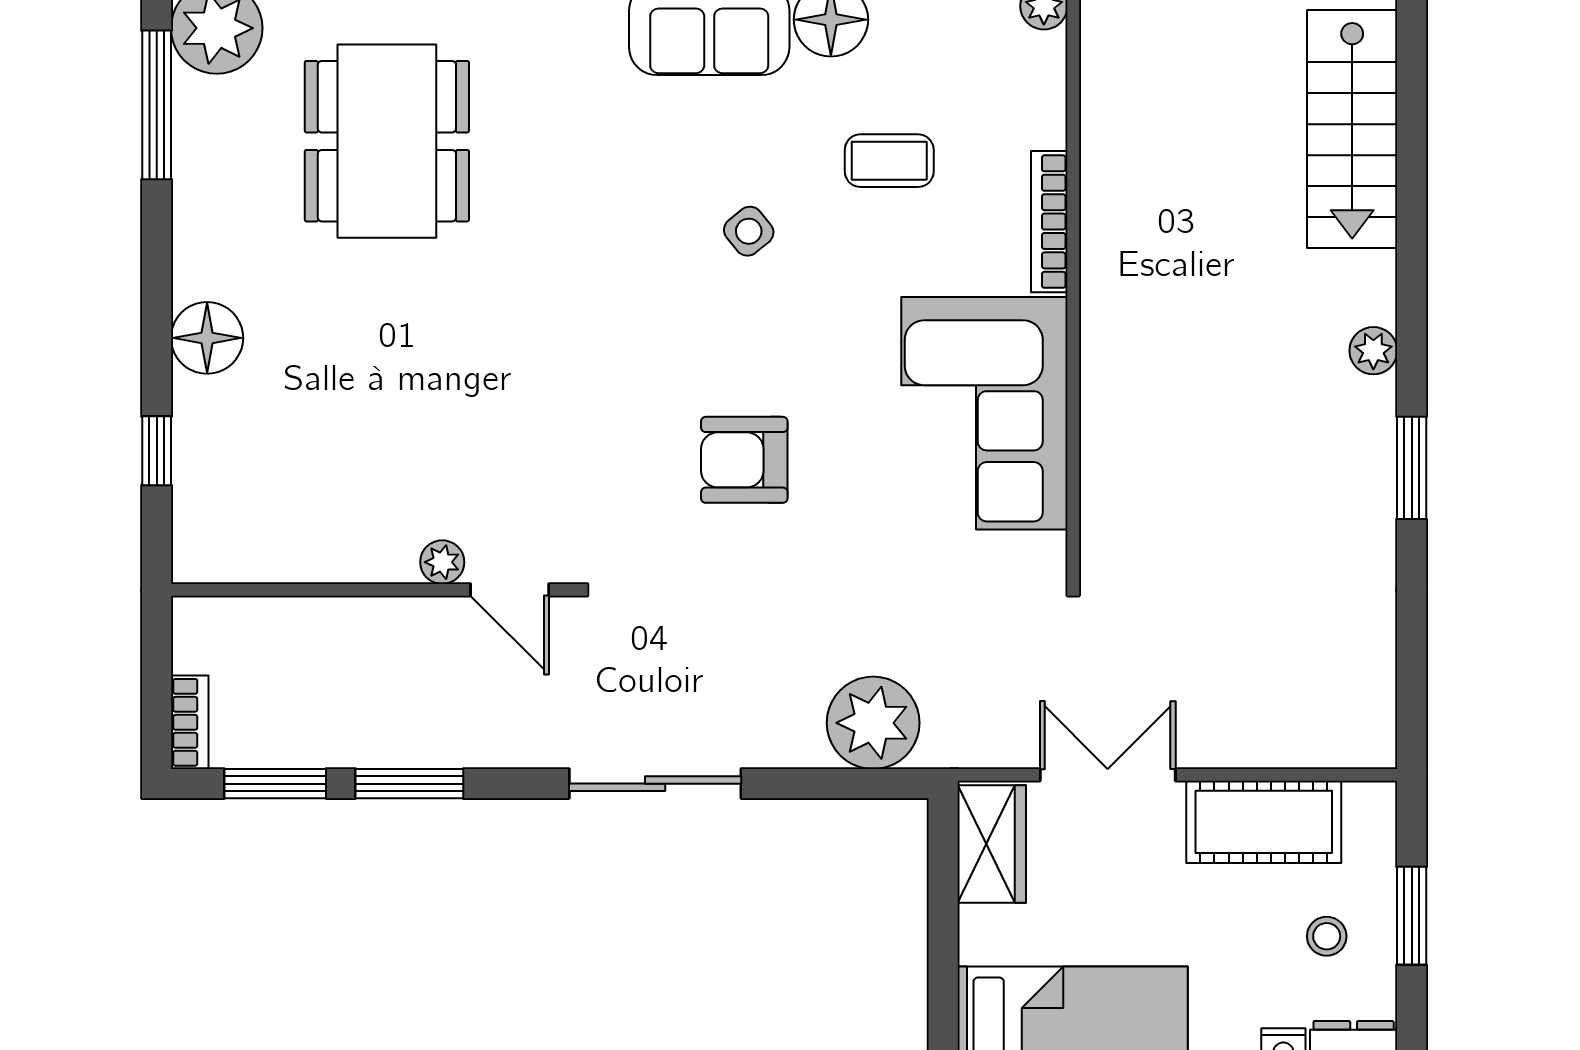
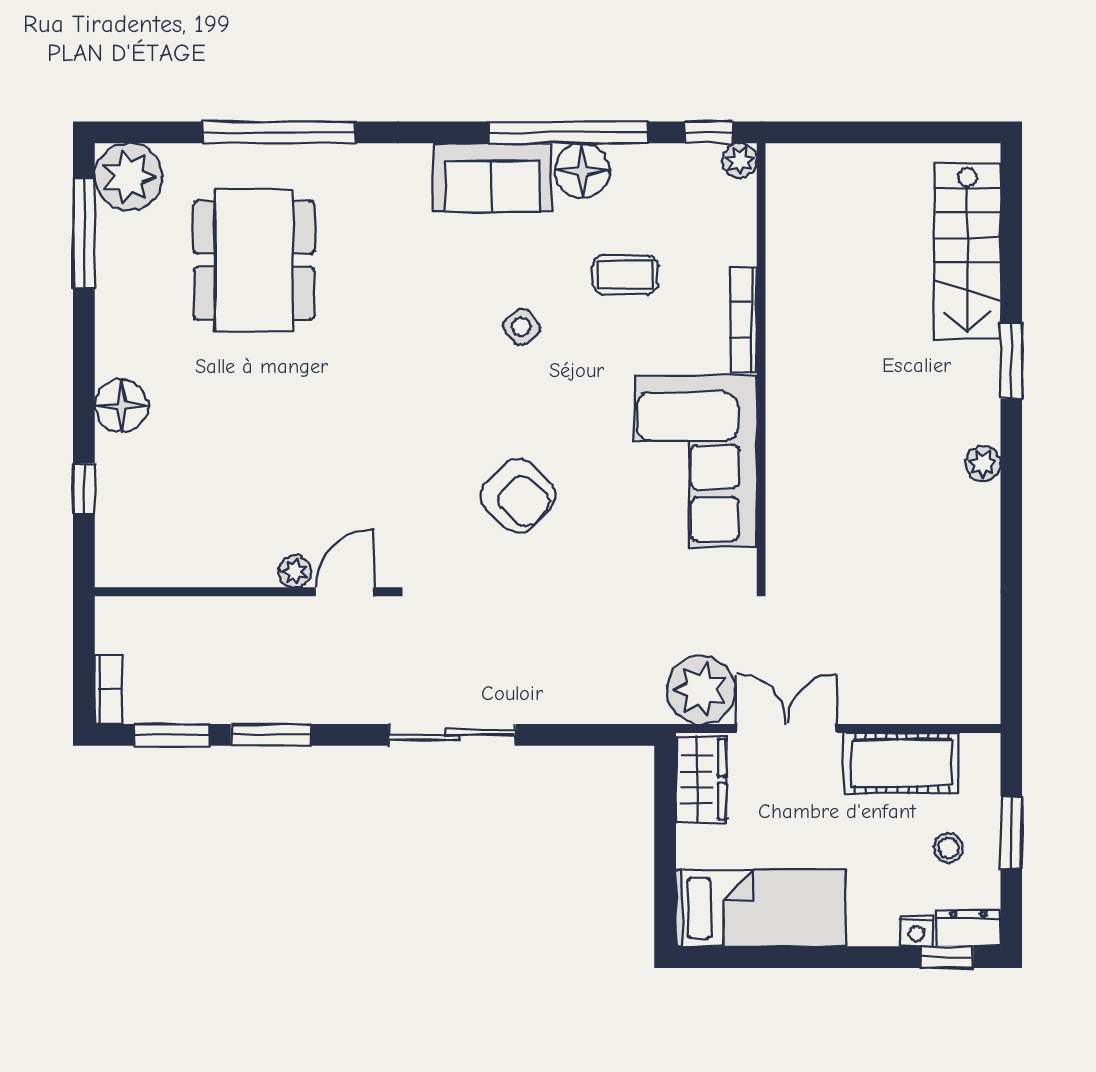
plant: (1373, 351) -> (983, 464), moved
armchair: (744, 460) -> (518, 496), turned -135
window: (1412, 468) -> (1011, 360), moved
door: (510, 590) -> (345, 592), swing flipped
plant: (873, 723) -> (701, 690), moved

